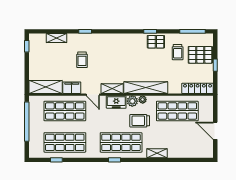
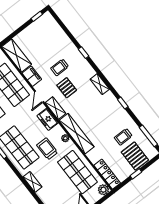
shelving: (57, 38) -> (100, 84), moved
pallet: (156, 42) -> (67, 88), moved
plant: (132, 101) -> (103, 190), moved

